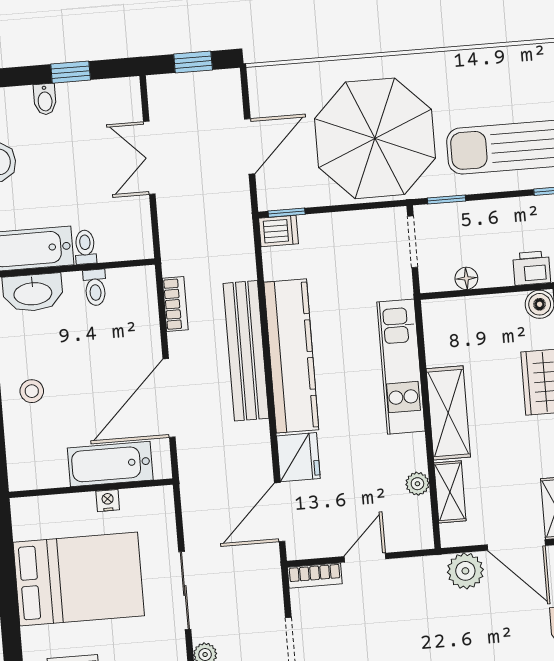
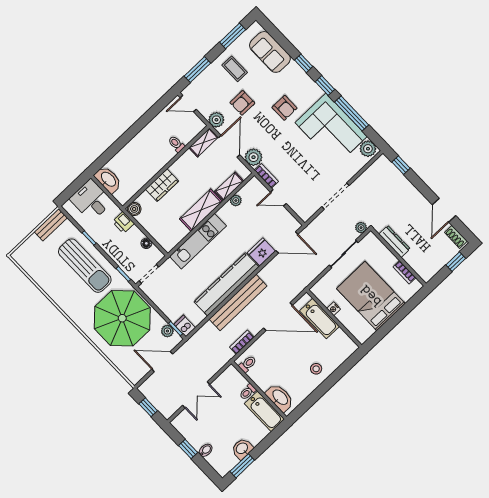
plant: (293, 196) -> (167, 331), added
toilet: (95, 288) -> (248, 364), moved
bookcase: (315, 576) -> (266, 176), moved

